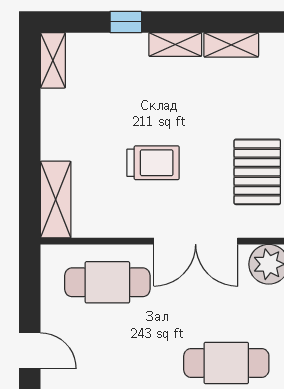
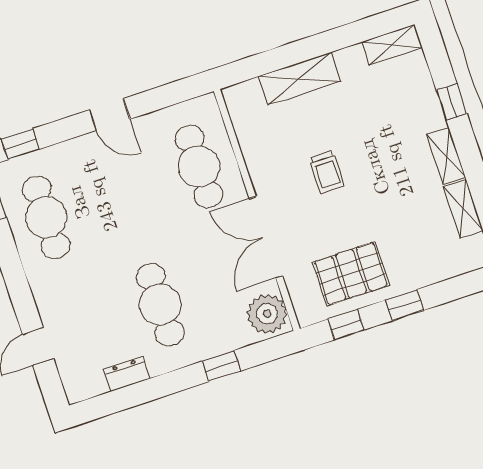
trolley: (153, 163) -> (327, 172), width x0.73, depth x0.72
shelving: (56, 200) -> (299, 79), moved
door: (30, 351) -> (110, 114), hinge flipped

